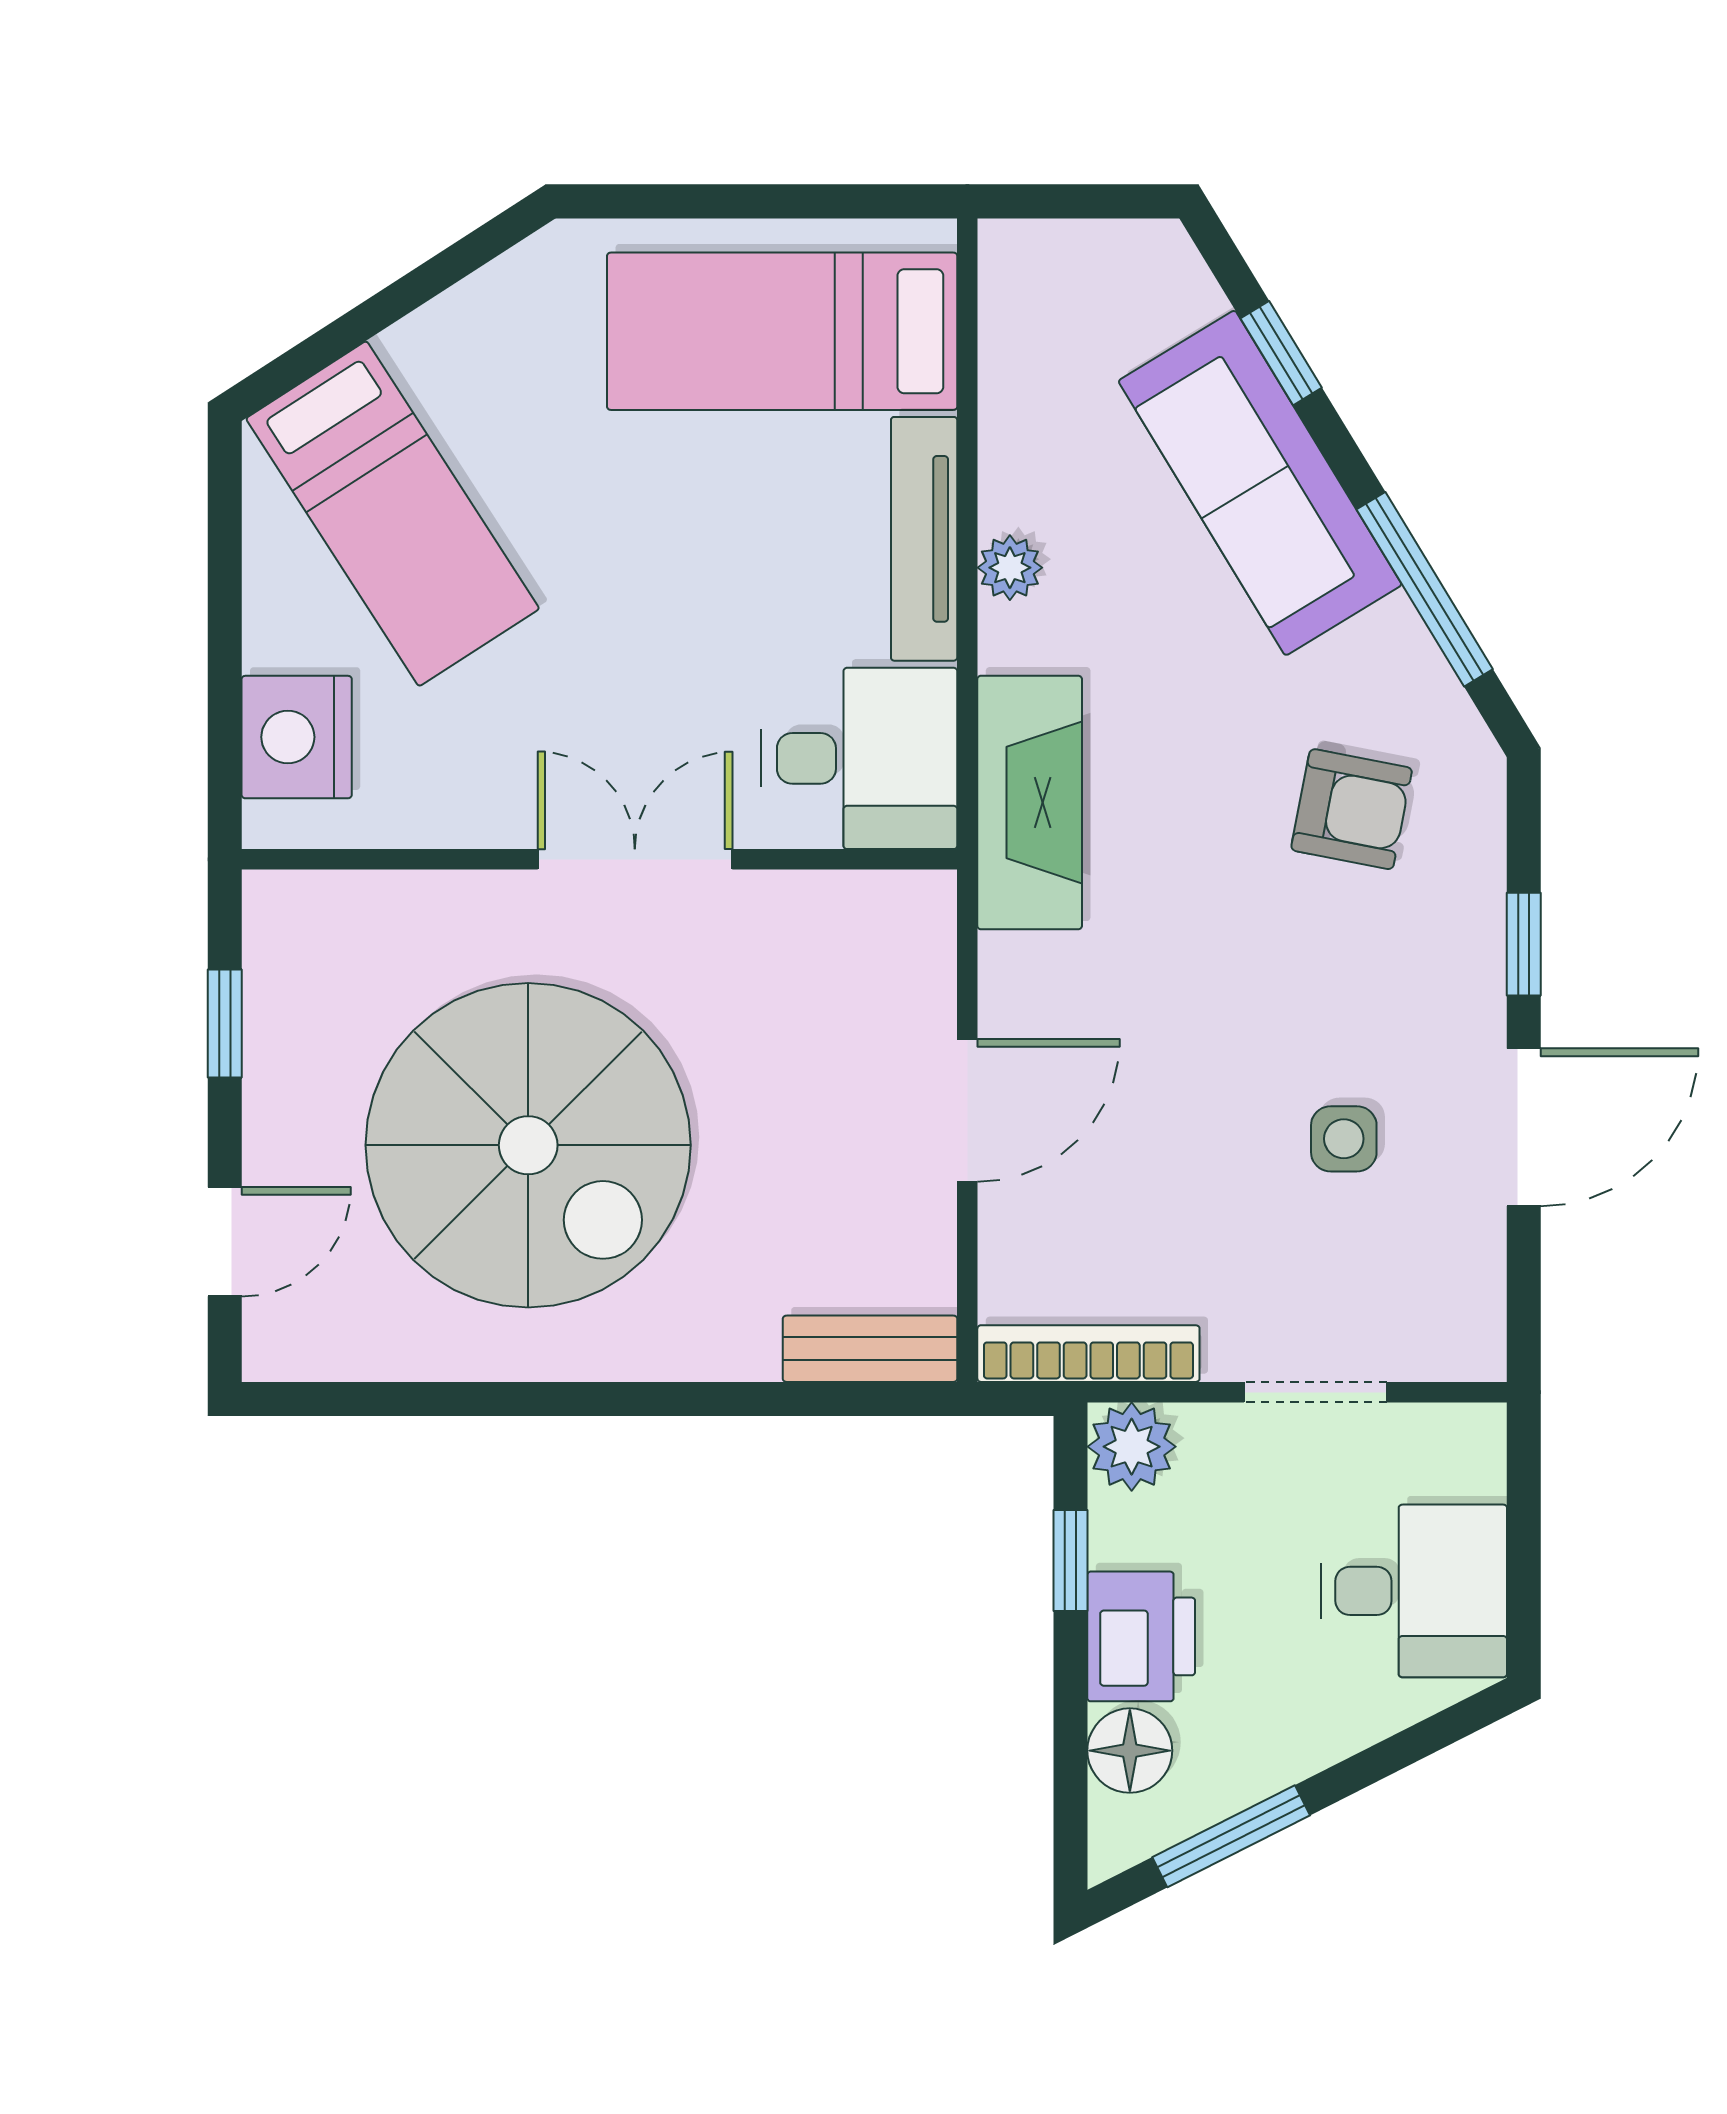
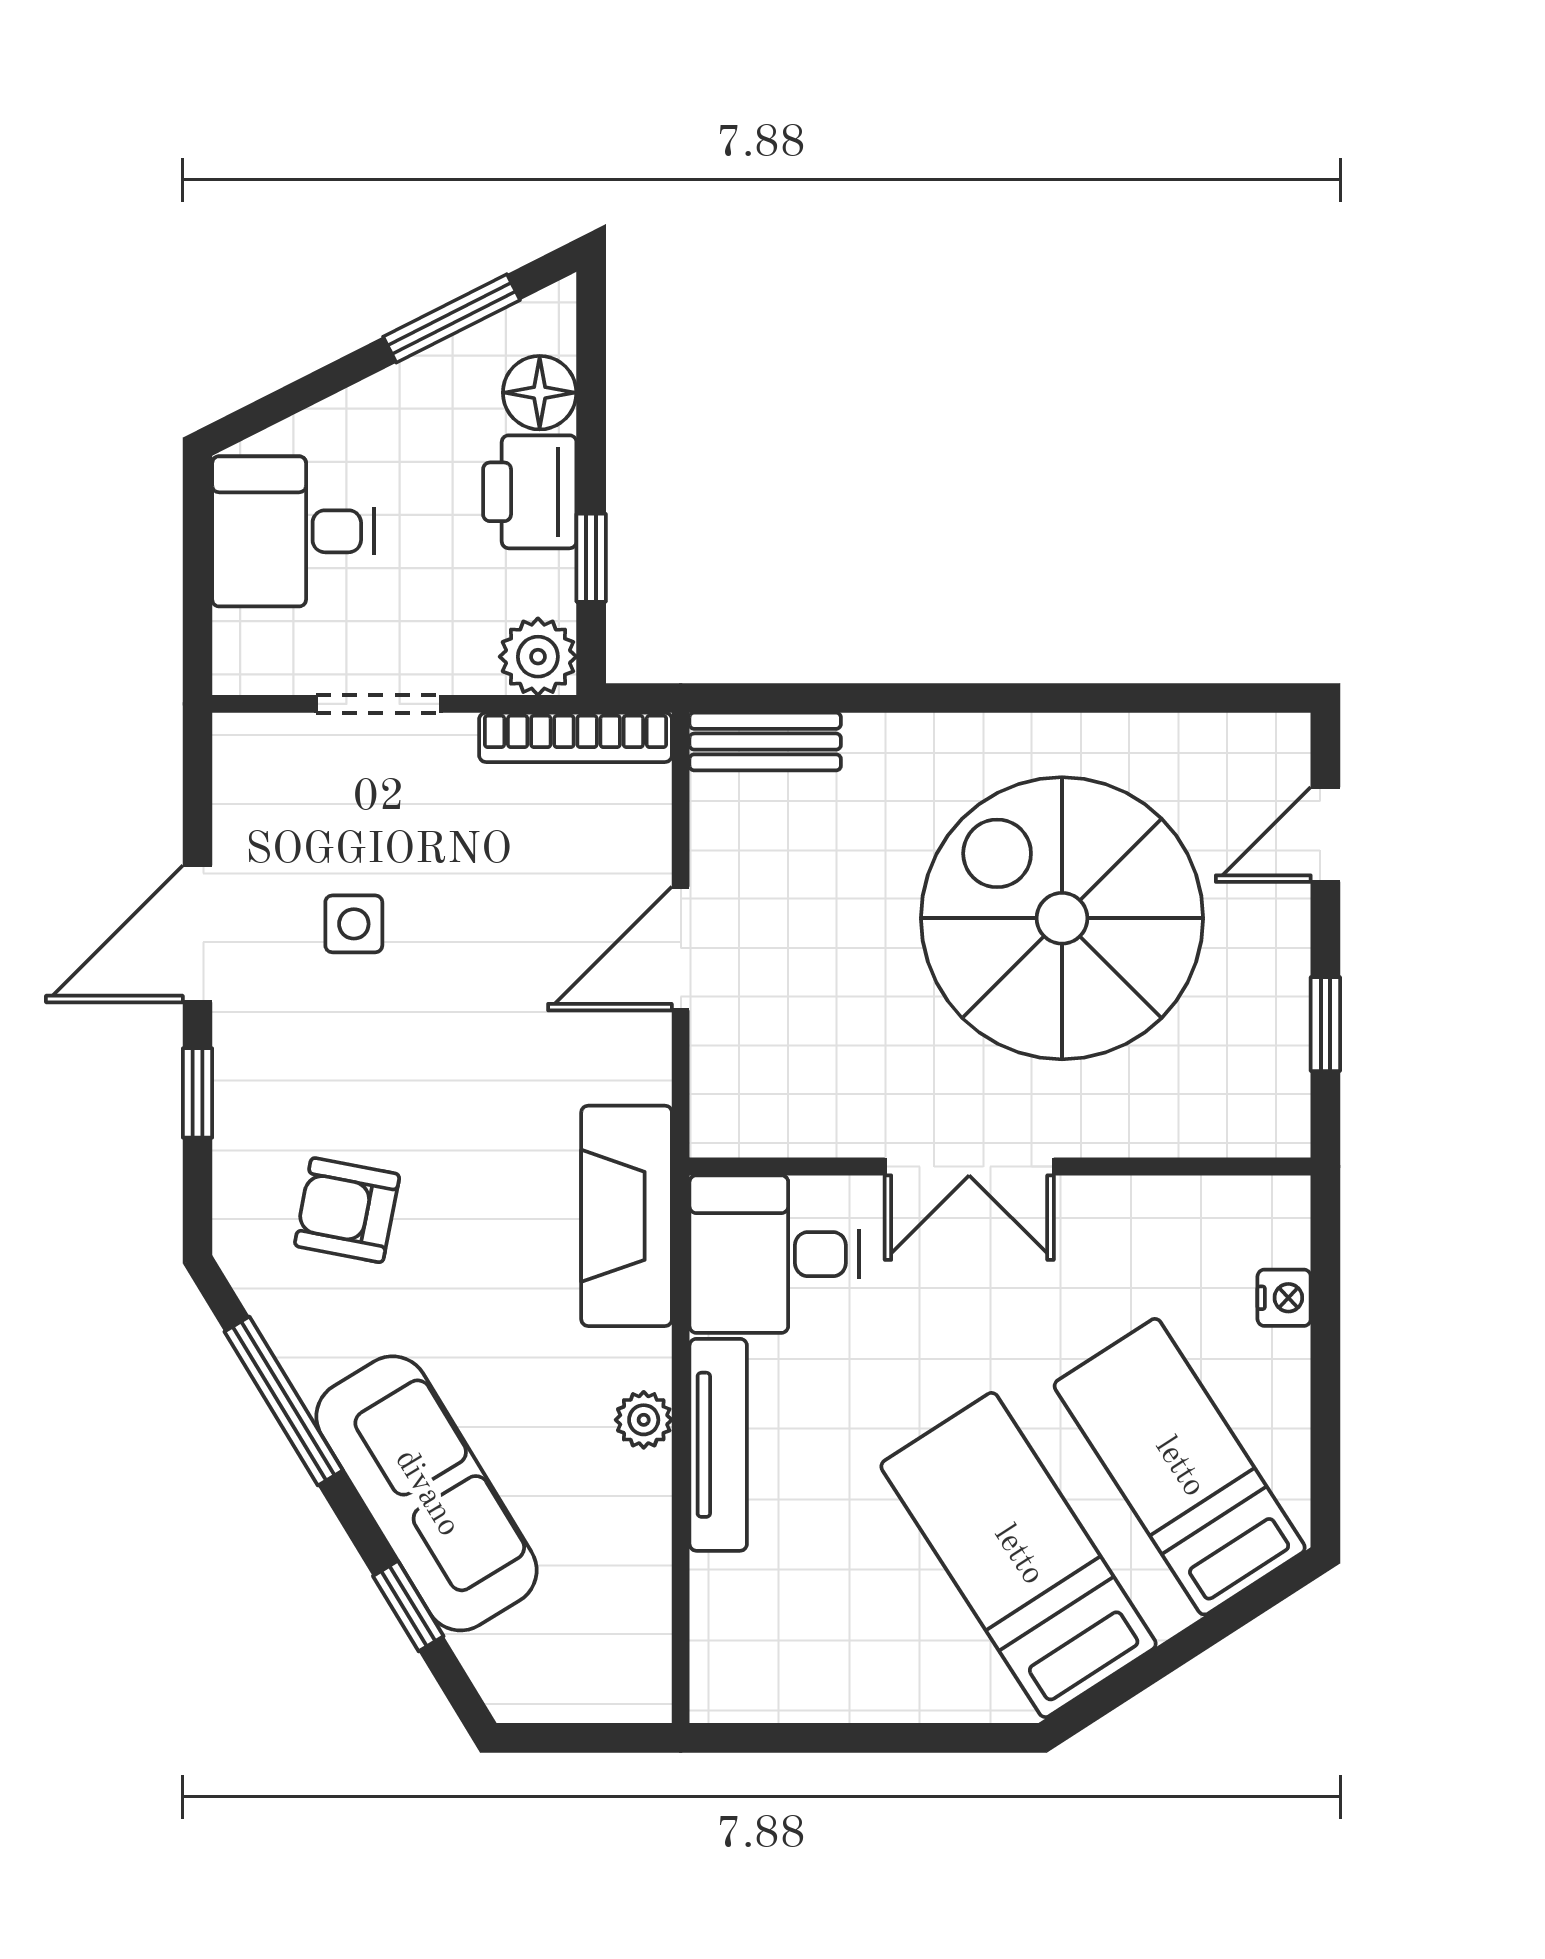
bed: (782, 331) -> (1019, 1555), moved, turned -123
nightstand: (297, 737) -> (1284, 1298), width x0.53, depth x0.56

